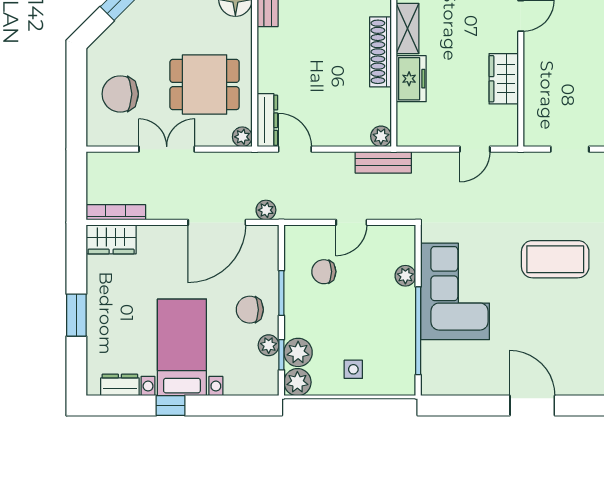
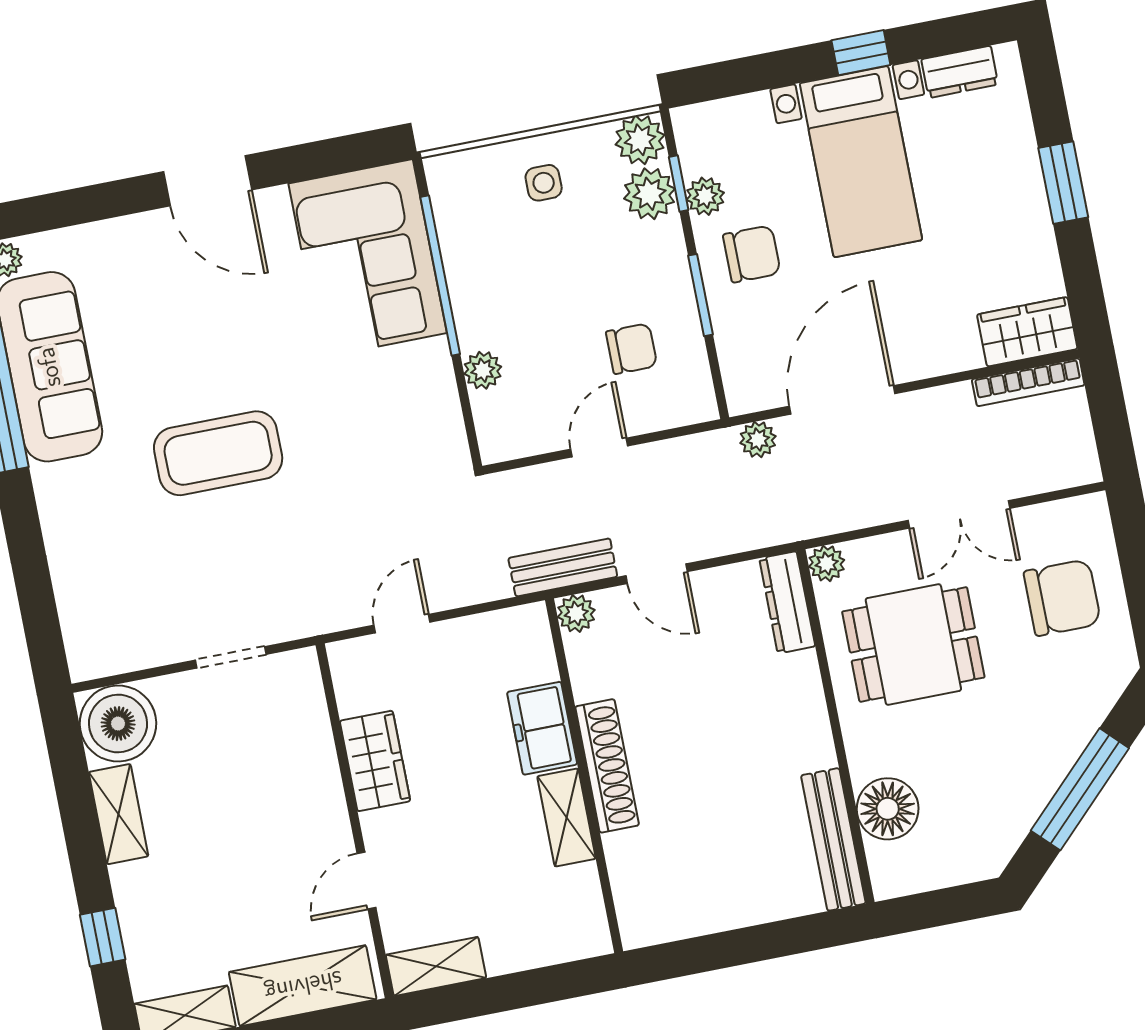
door: (295, 149) -> (657, 574), moved
corner sofa: (455, 291) -> (368, 258), moved

